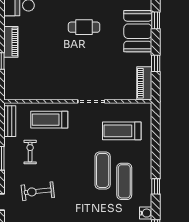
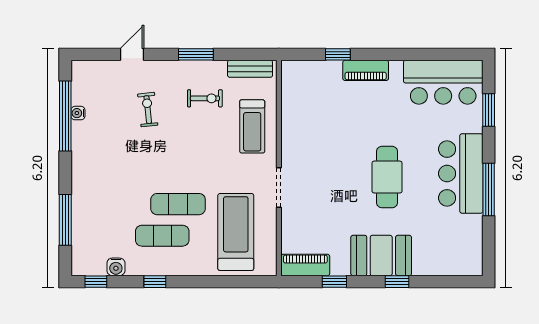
cafe table: (84, 27) -> (387, 177), width x1.37, depth x1.35
treadmill: (49, 120) -> (252, 126), turned 180
treadmill: (122, 131) -> (236, 232), width x1.37, depth x1.38
exercise bike: (38, 191) -> (148, 110), width x0.73, depth x0.72

